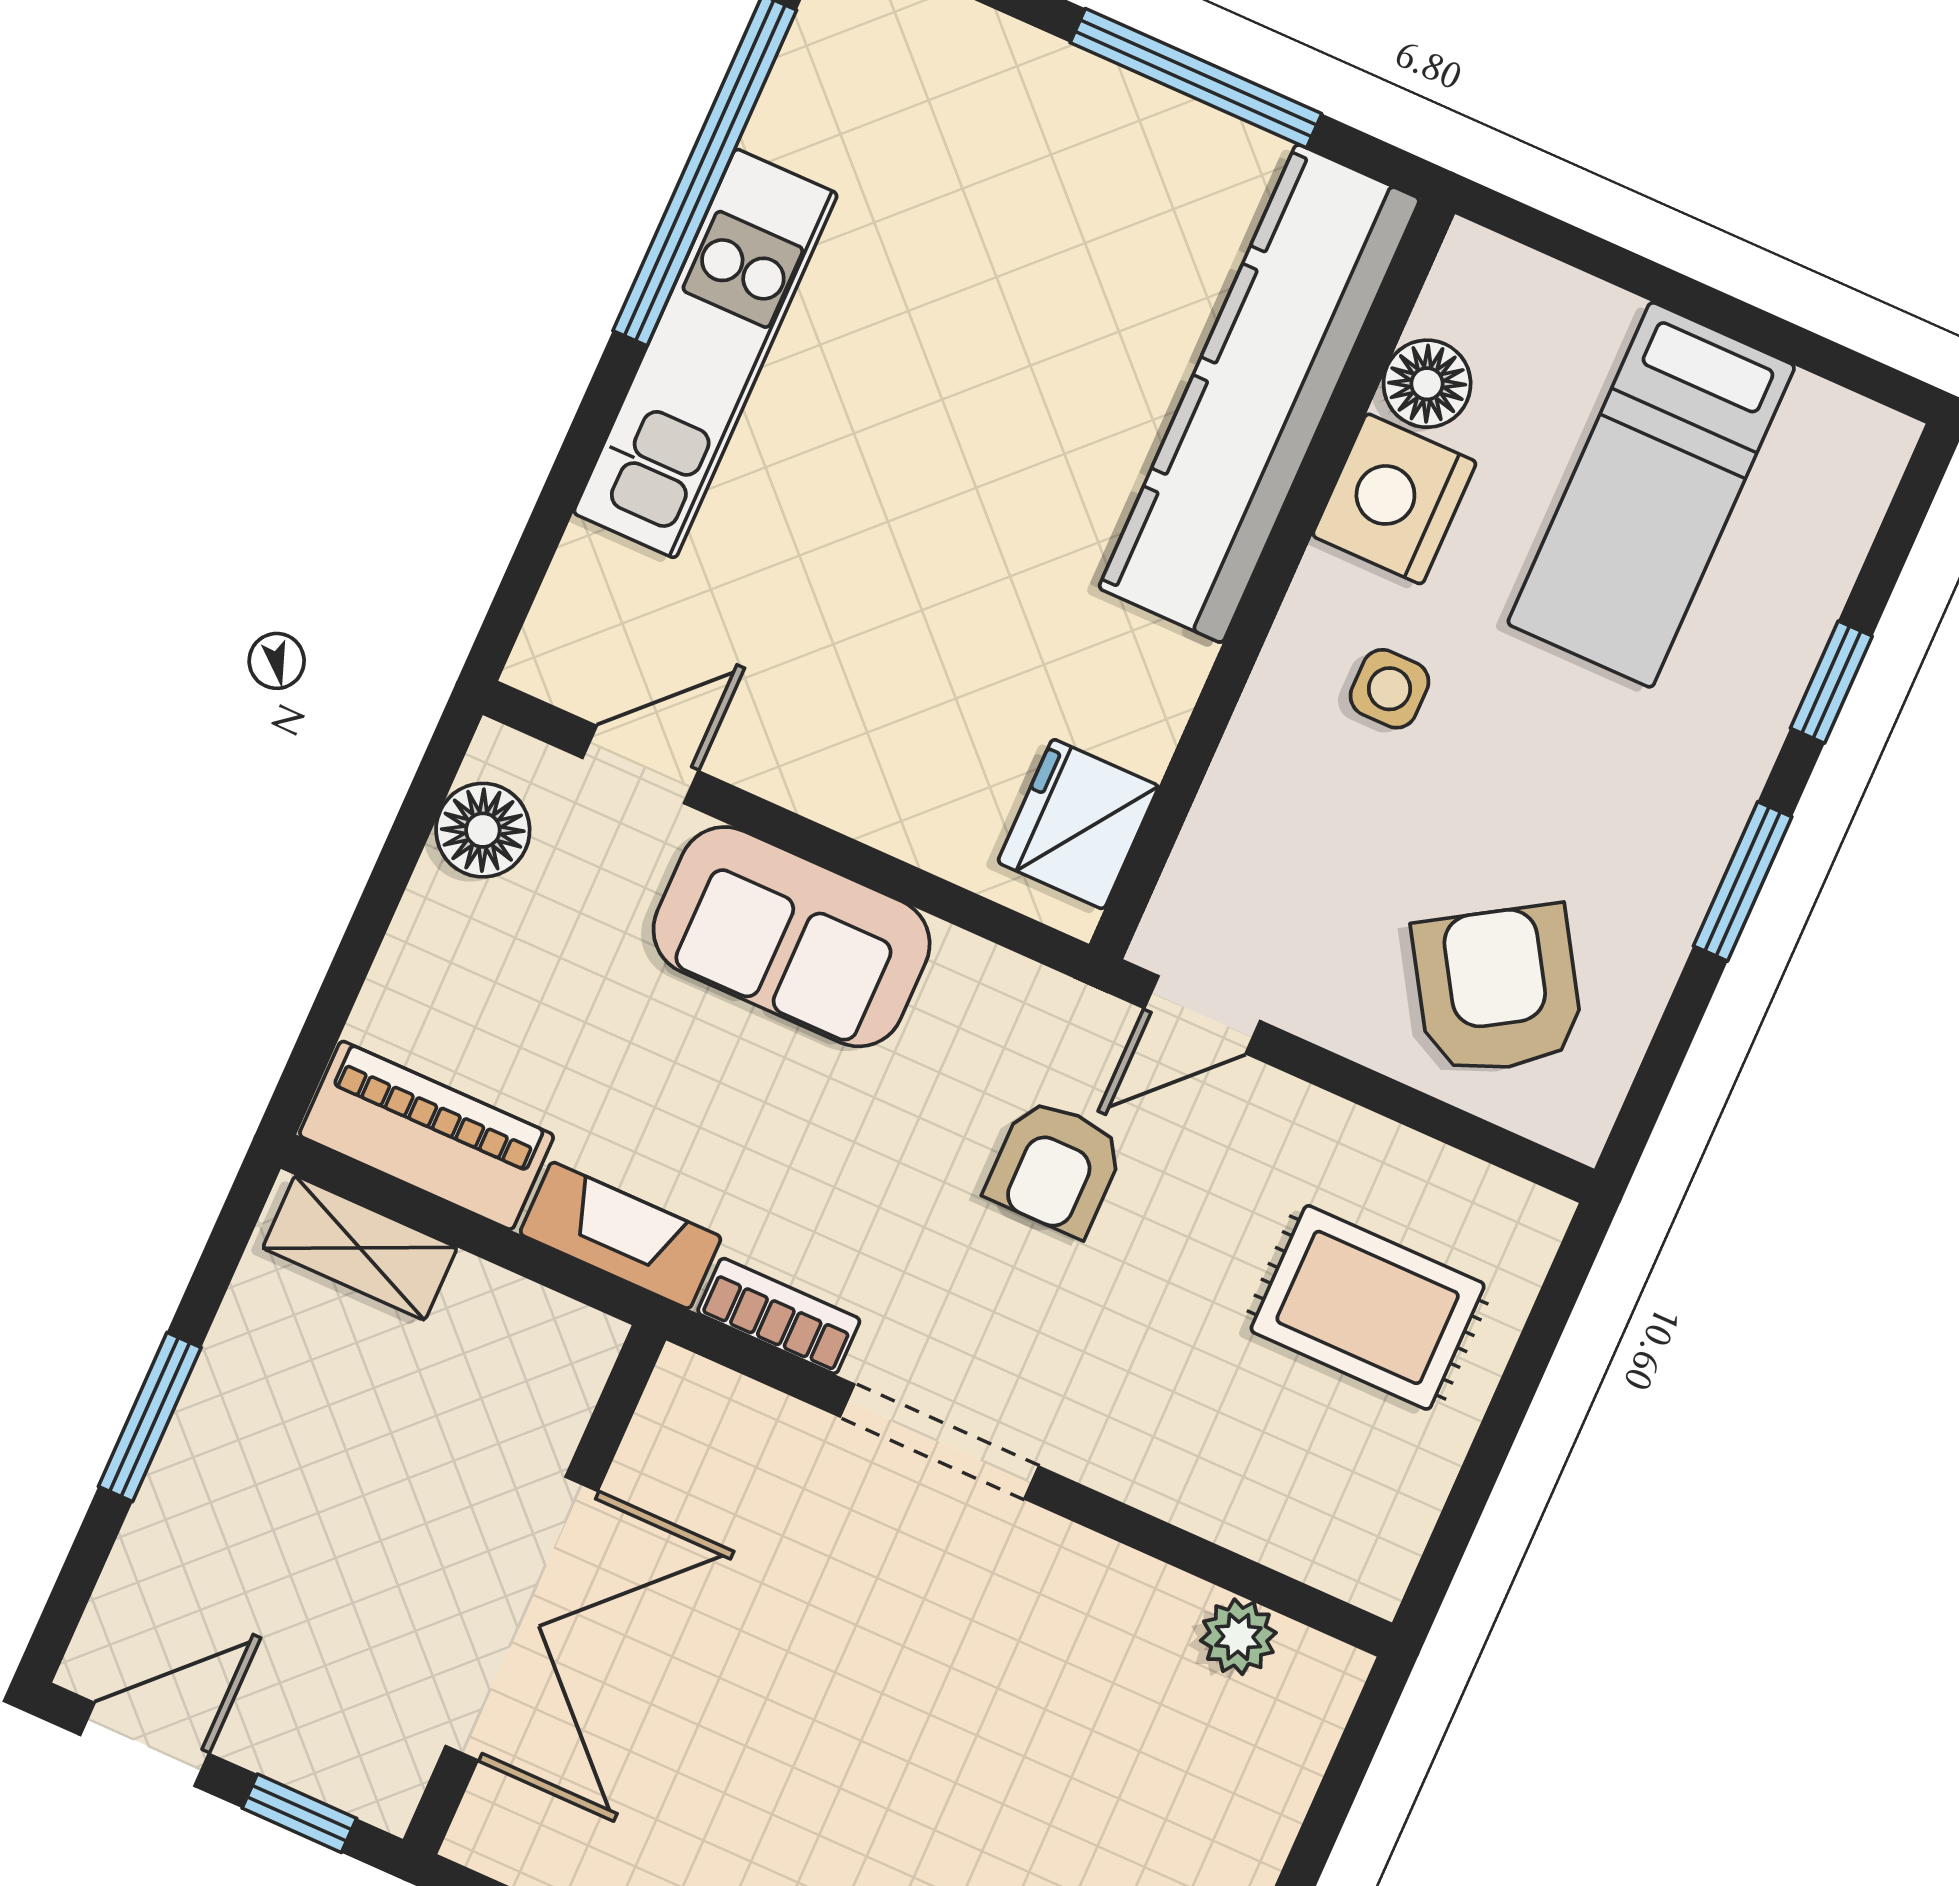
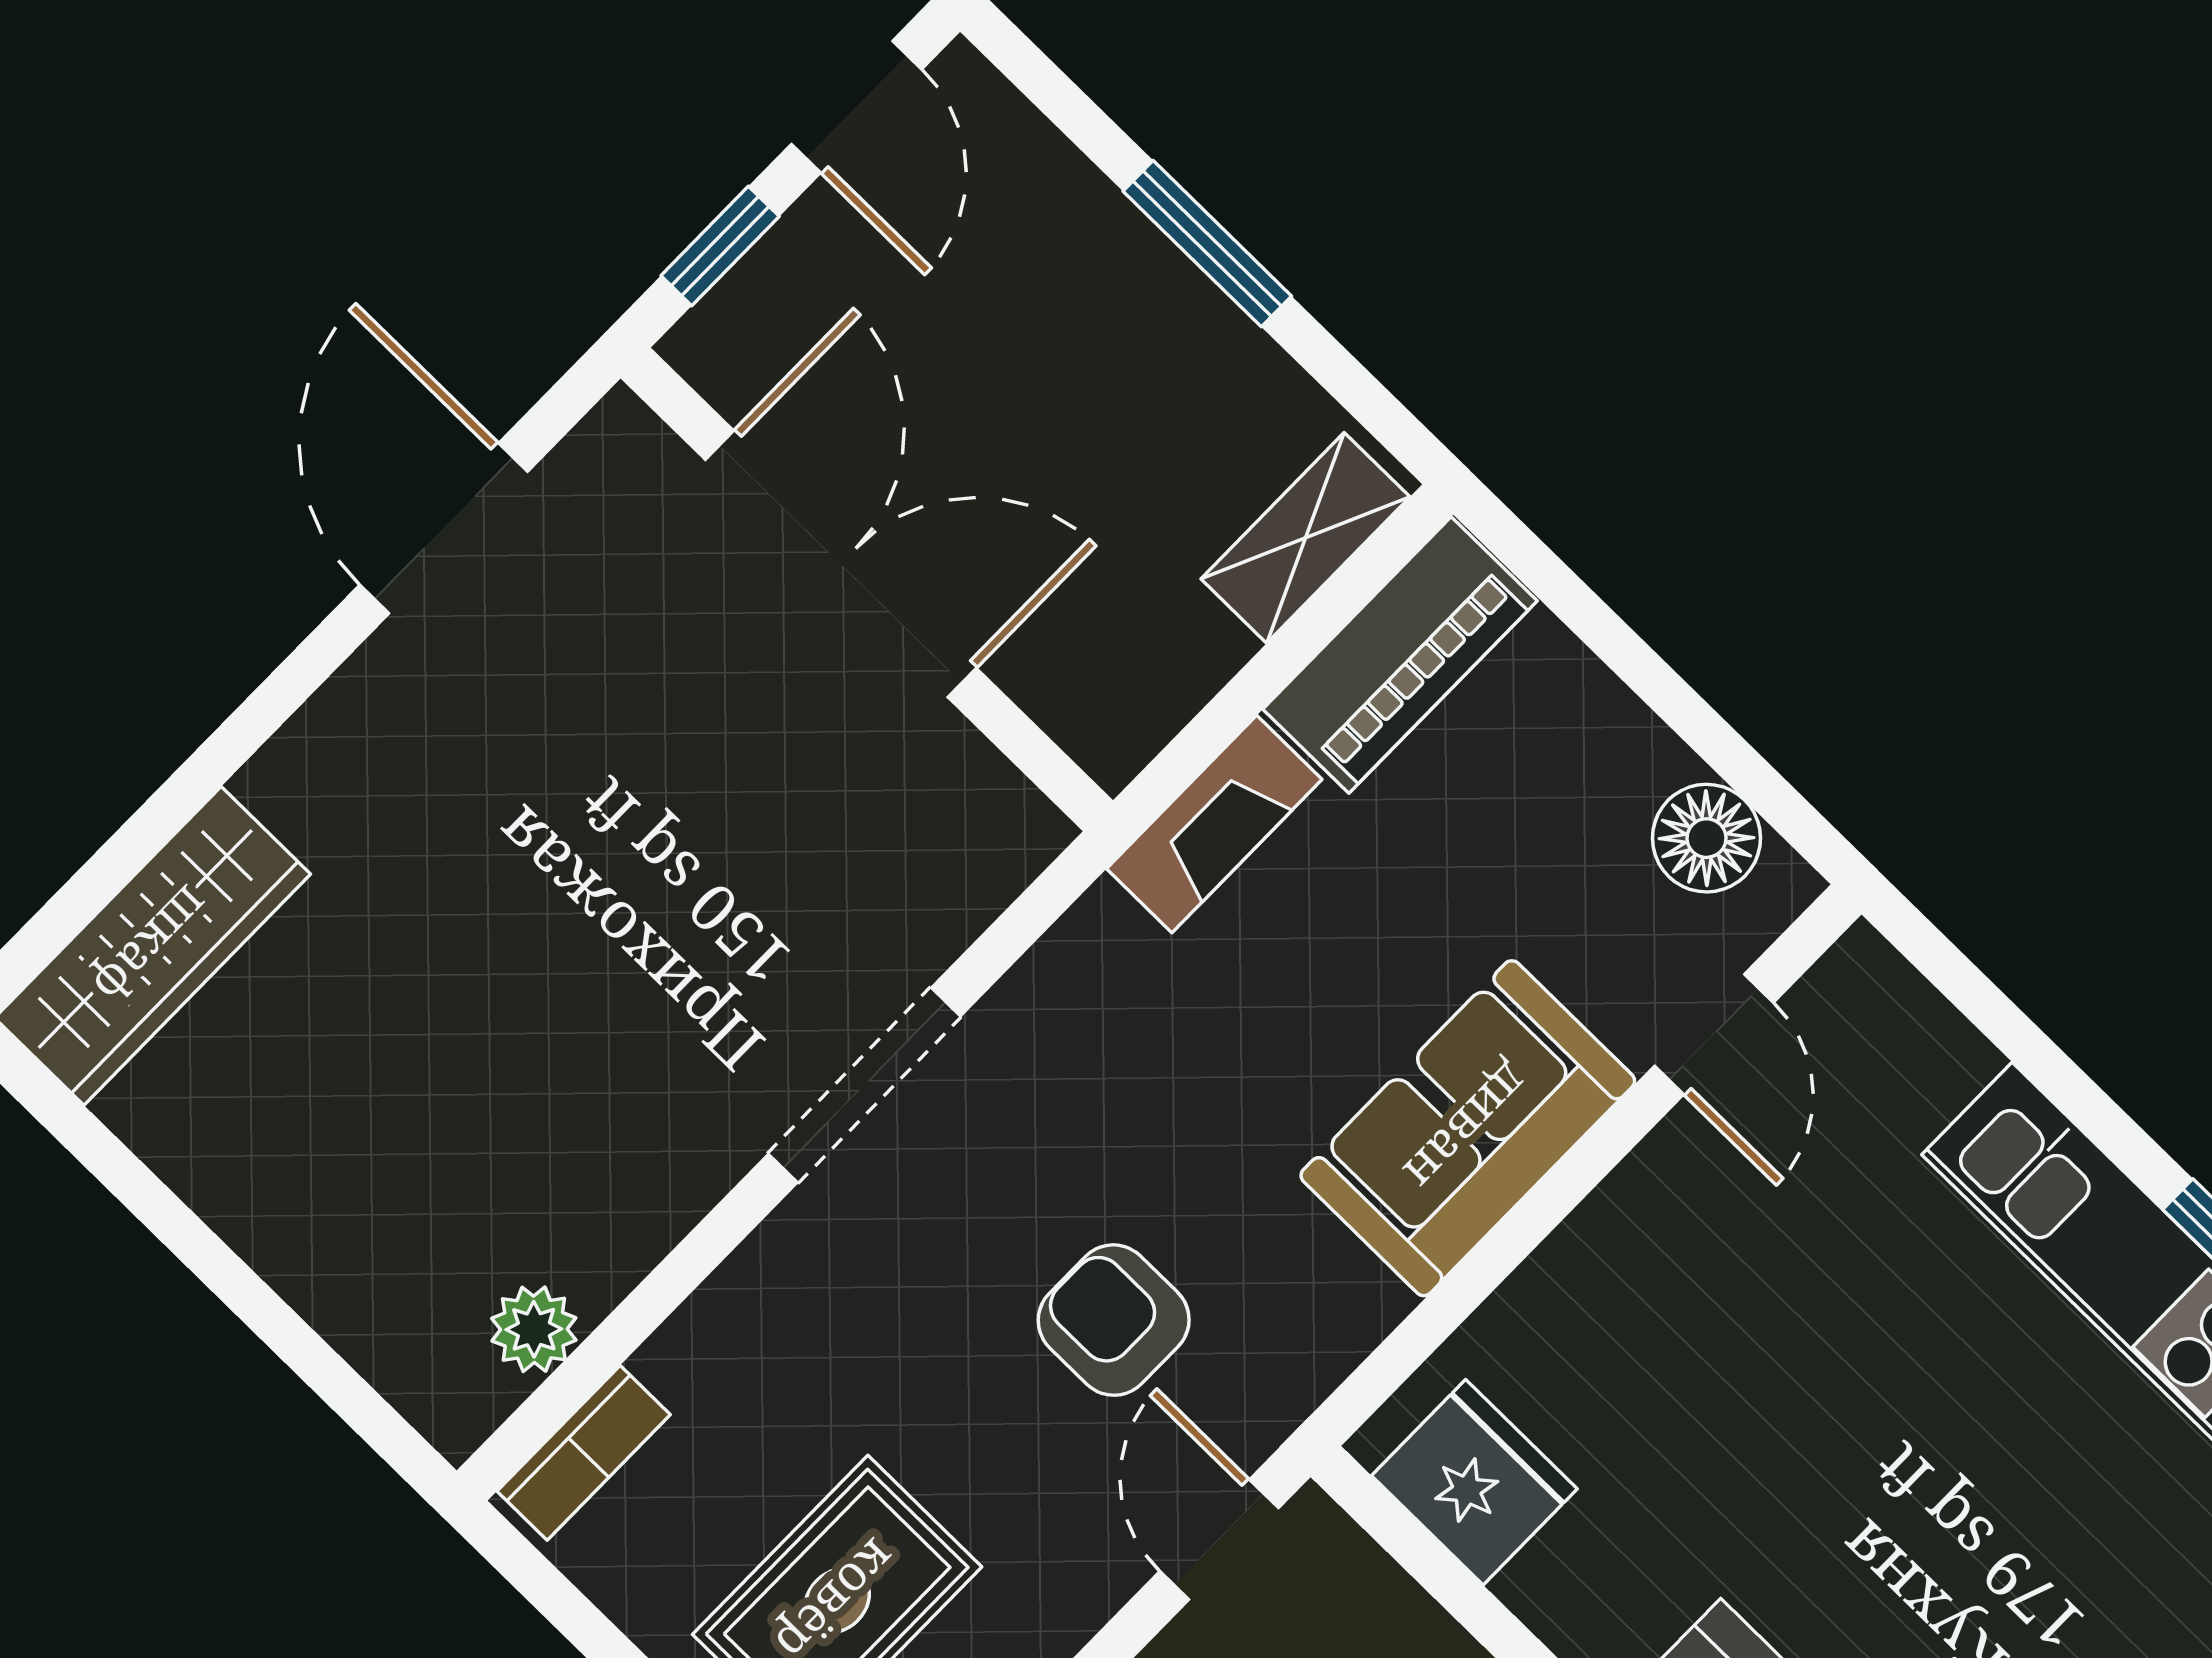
bookcase: (779, 1316) -> (584, 1453), moved
double door: (522, 1619) -> (841, 564), swing flipped

